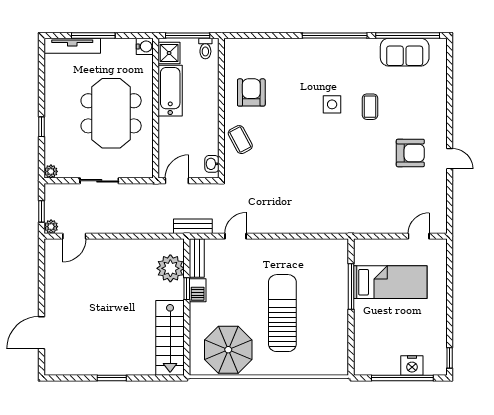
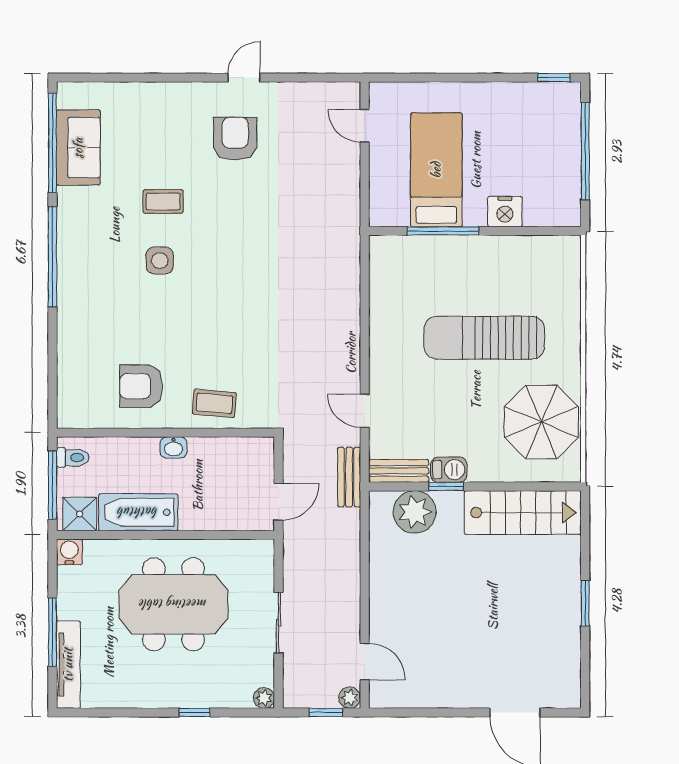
coffee table: (240, 140) -> (214, 403), turned 33
washbasin: (212, 164) -> (173, 447), moved
door: (177, 181) -> (278, 502), swing flipped
nightstand: (412, 365) -> (505, 212), moved, turned 90

